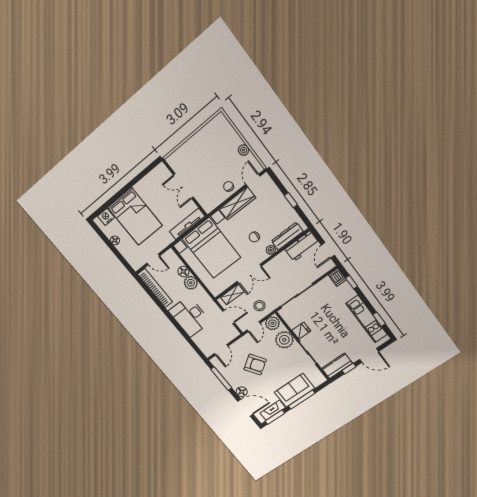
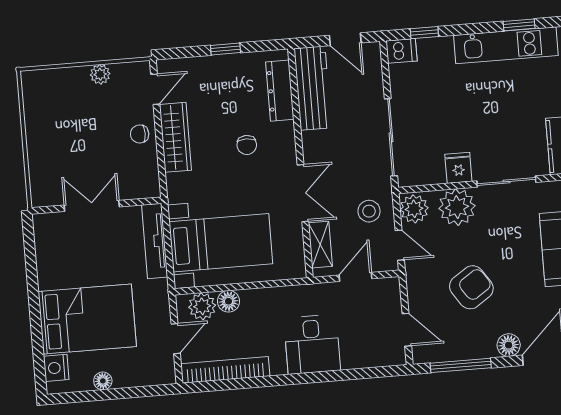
door: (253, 180) -> (155, 89), swing flipped
double door: (183, 186) -> (92, 206), swing flipped
workbench: (302, 246) -> (313, 88), width x1.37
bed with nightstands: (211, 248) -> (221, 243), width x0.73
plant: (271, 250) -> (285, 131), removed
plant: (191, 283) -> (202, 306), moved
desk: (190, 316) -> (312, 344), width x0.73

